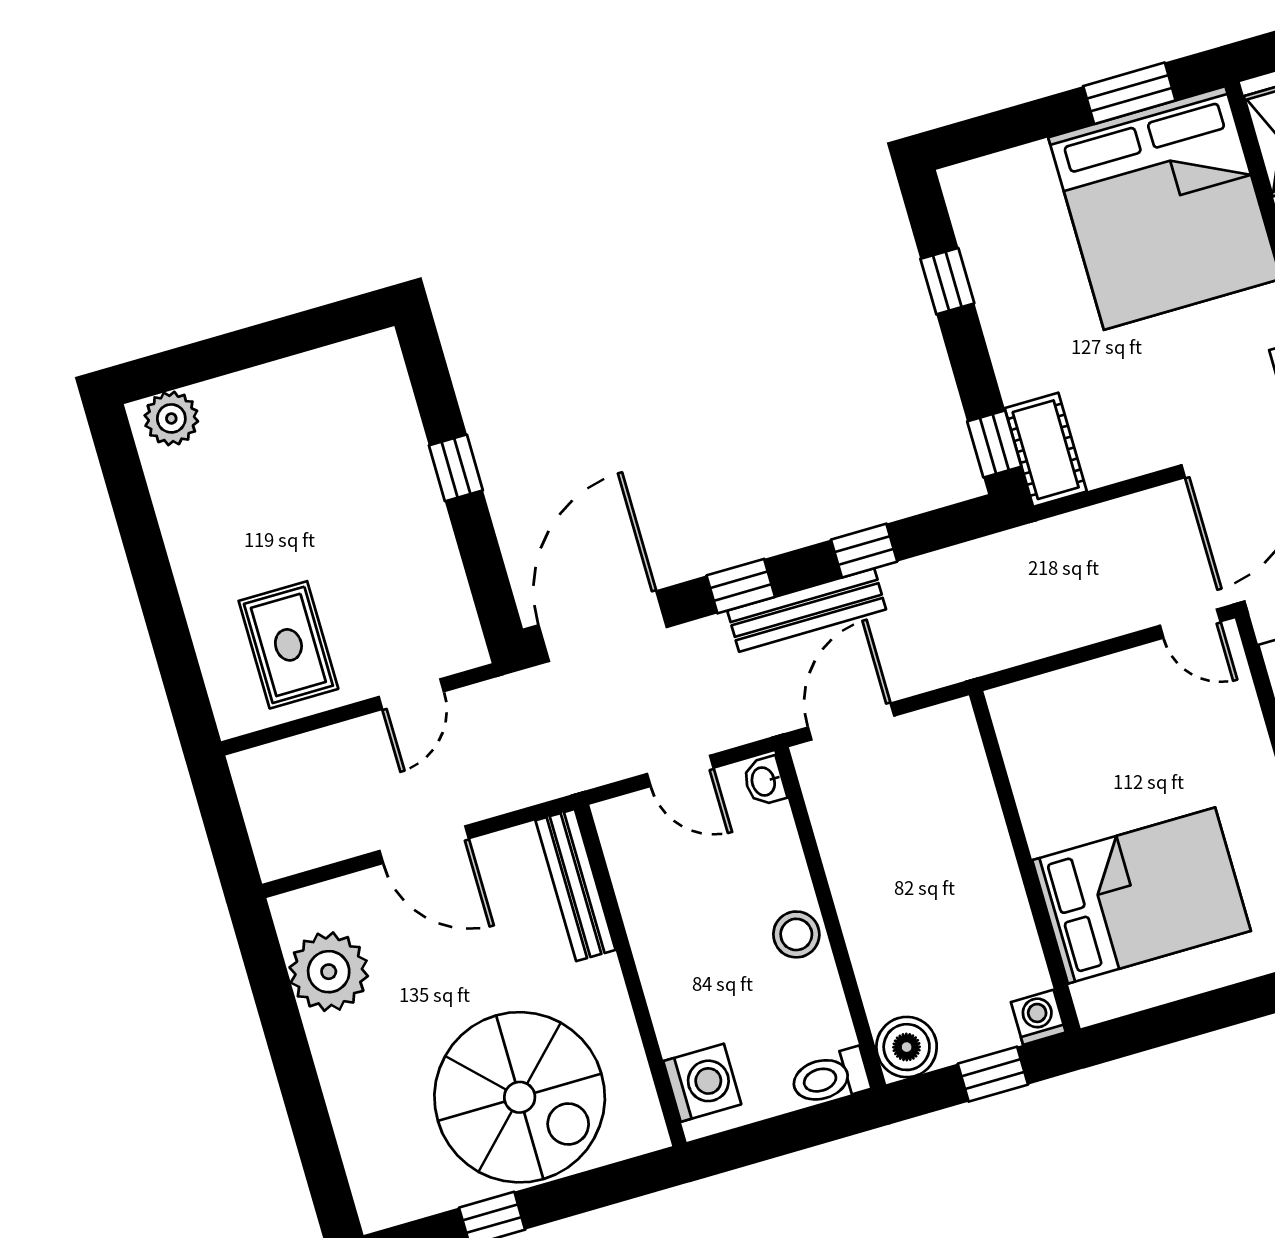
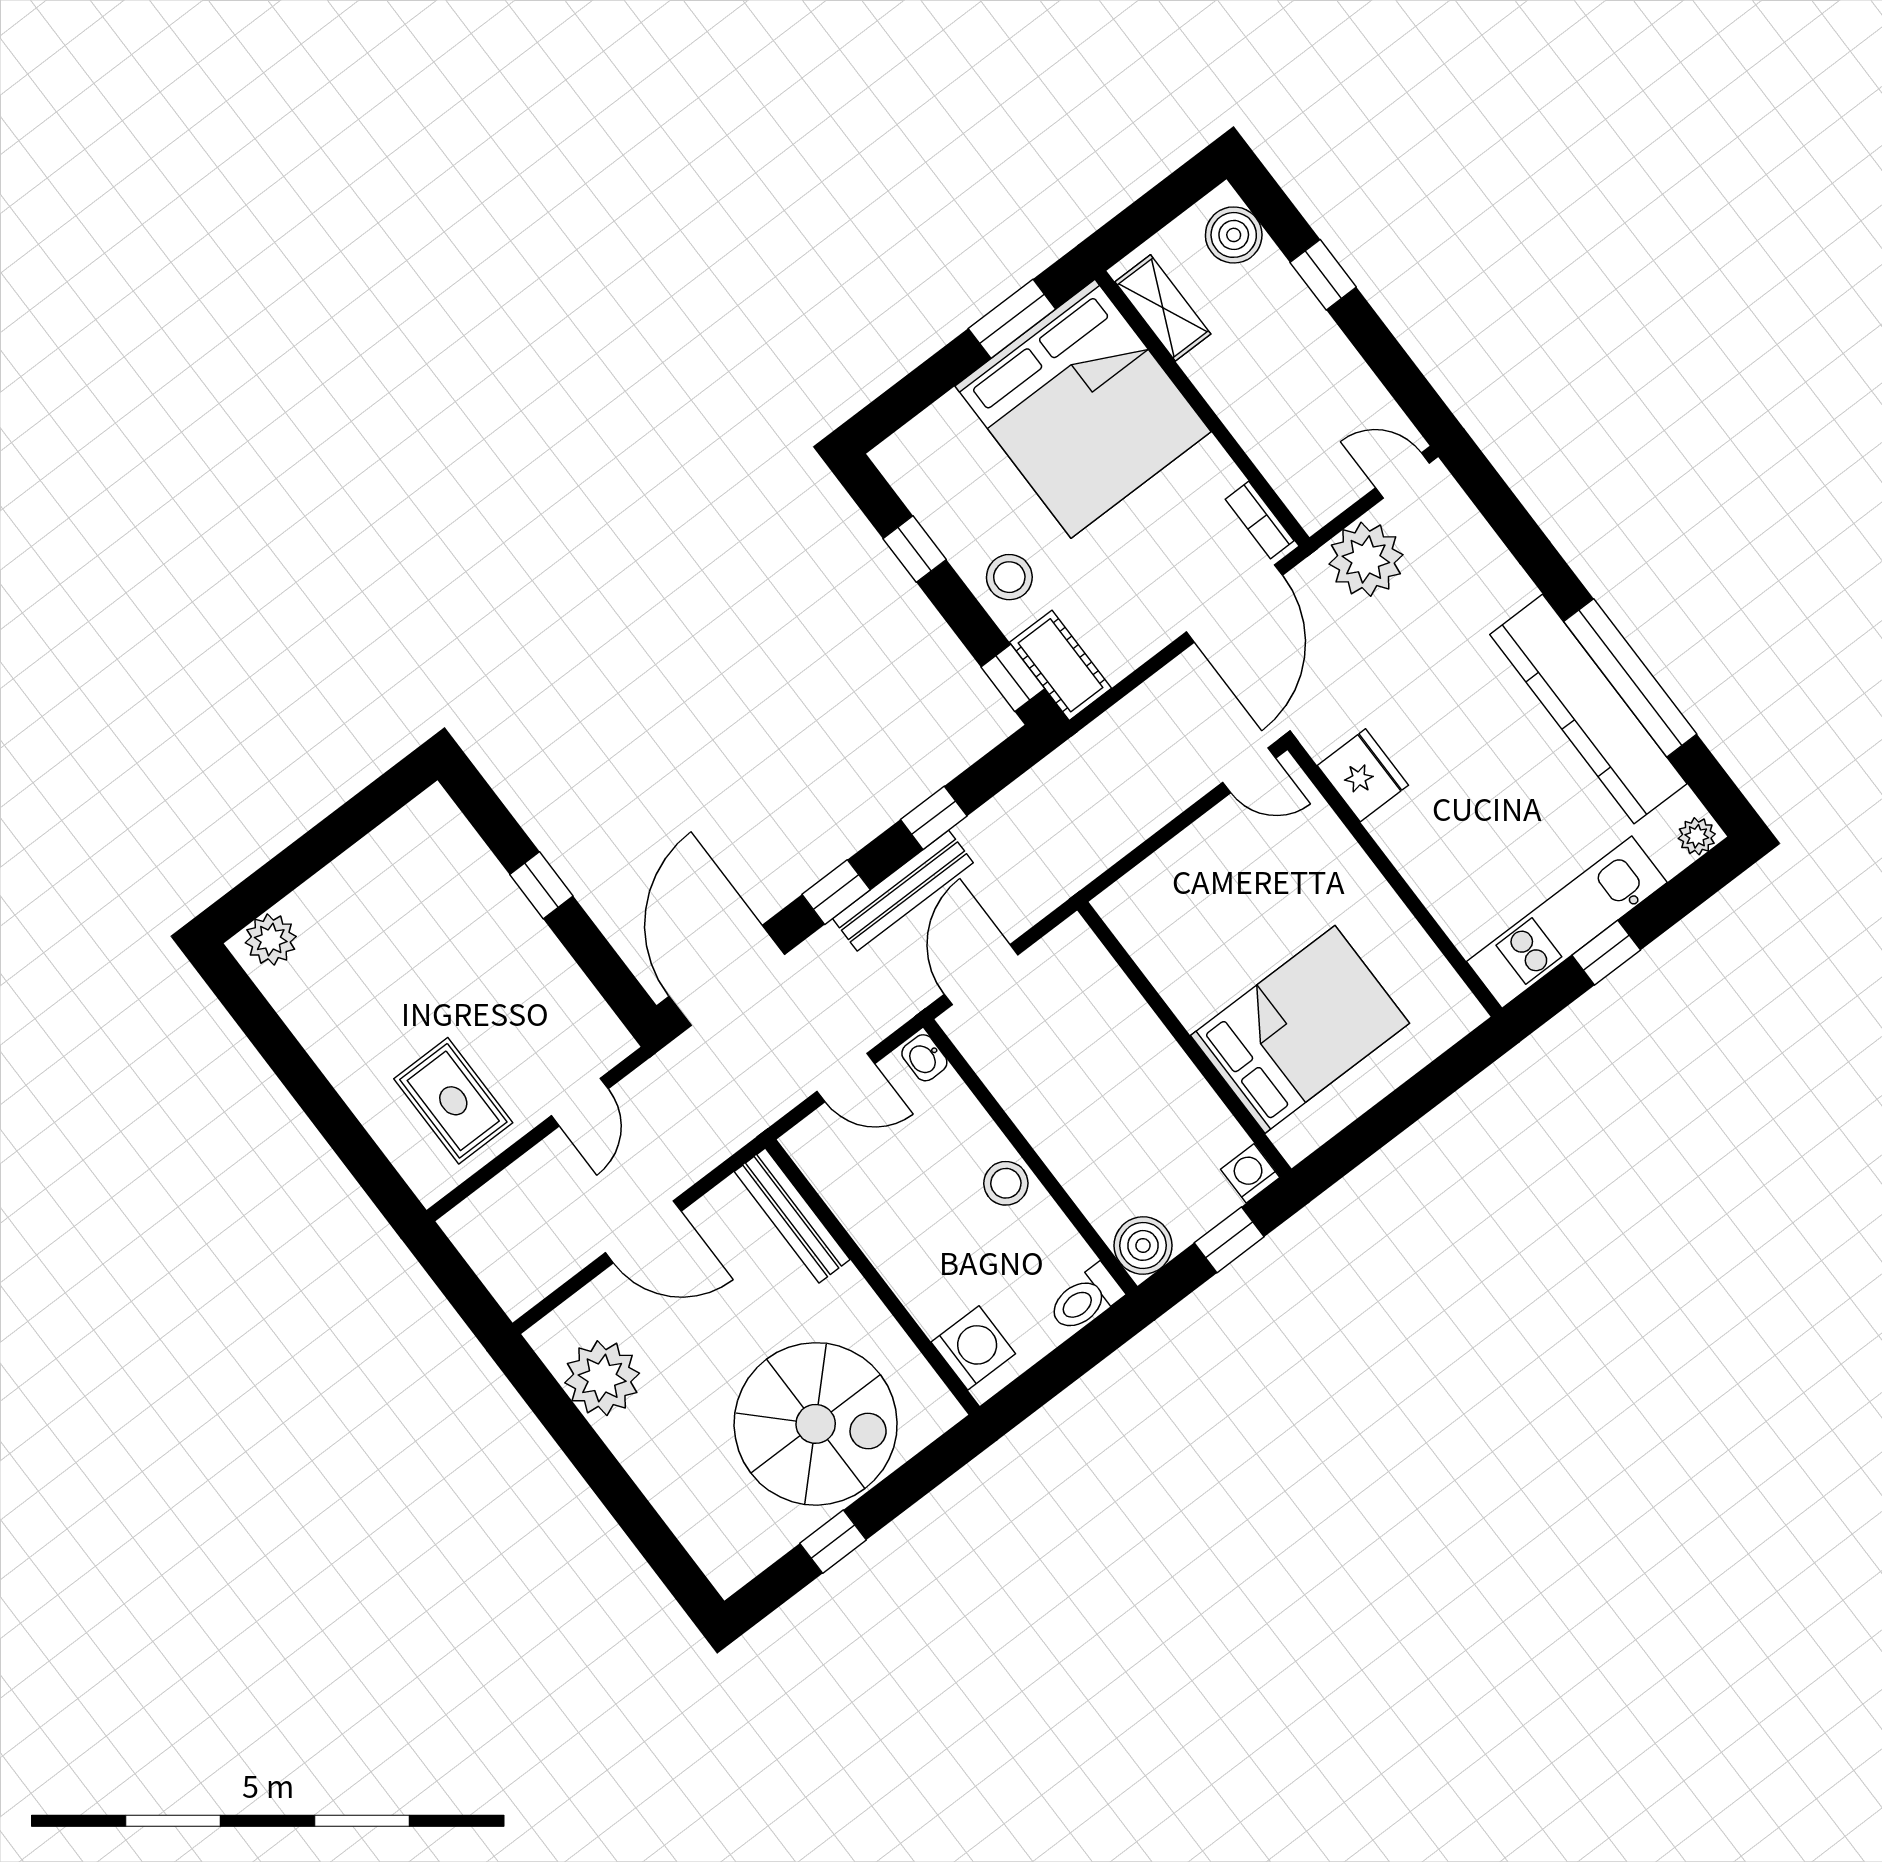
stool: (1029, 344) -> (1009, 577), added

